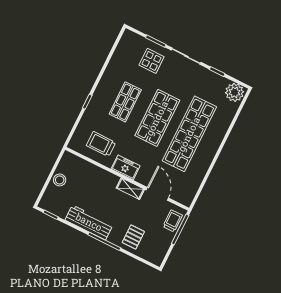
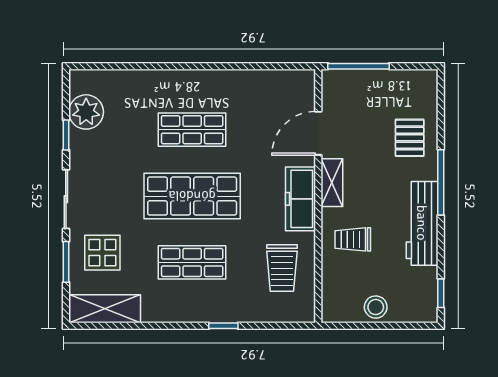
shelving: (124, 49) -> (105, 309), added
plant: (235, 92) -> (86, 112), moved
shop shelf: (189, 134) -> (192, 130), width x0.50, depth x0.74
freezer: (126, 167) -> (301, 199), width x1.40
trolley: (173, 221) -> (353, 239), moved
pallet: (133, 237) -> (410, 138), turned 90

